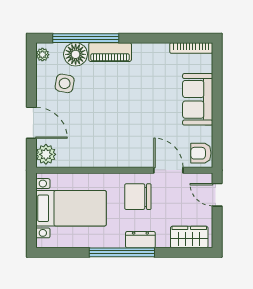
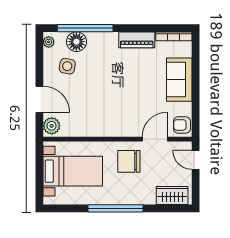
piano: (110, 52) -> (137, 40), moved
door: (168, 170) -> (155, 139), hinge flipped
dresser: (140, 240) -> (131, 198), removed

